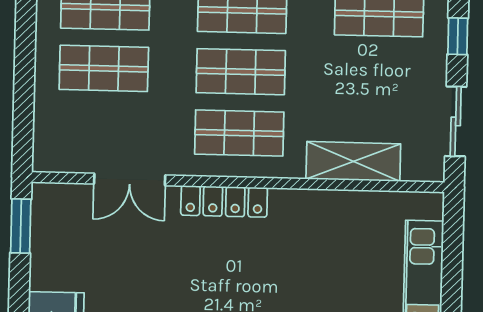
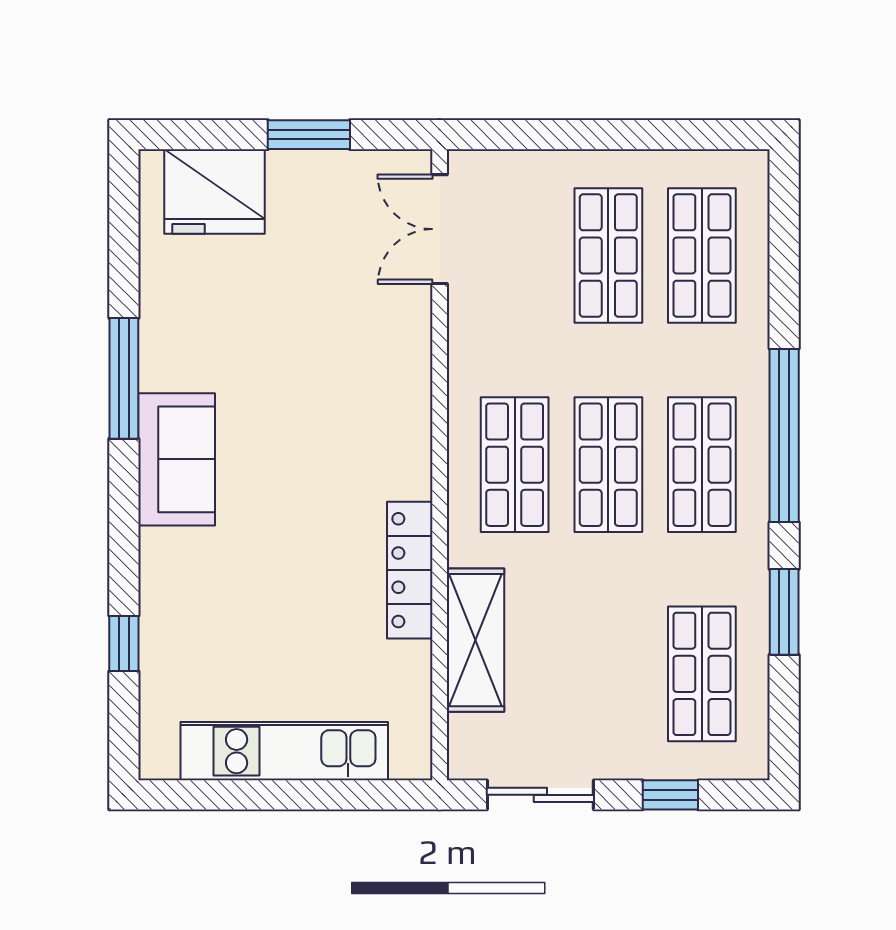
double door: (130, 179) -> (440, 229), moved
locker: (224, 201) -> (410, 570), moved
window: (21, 226) -> (309, 135), moved

